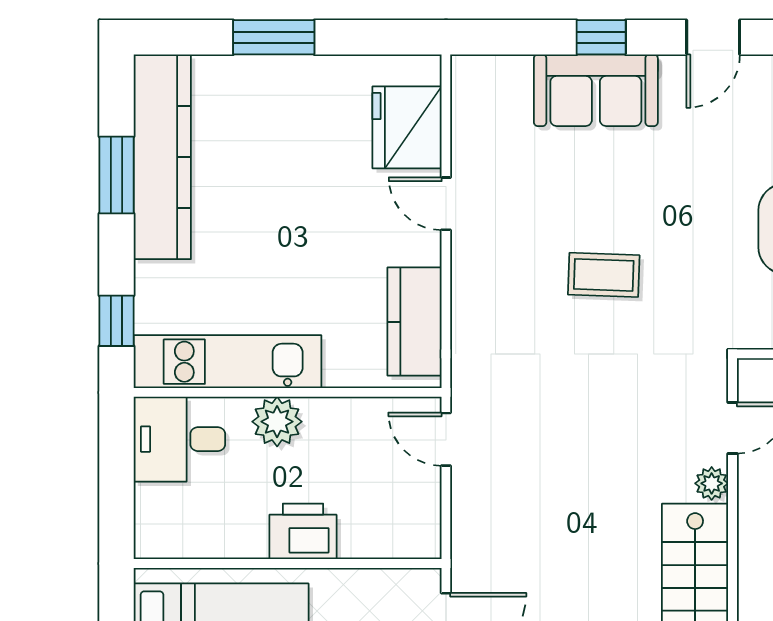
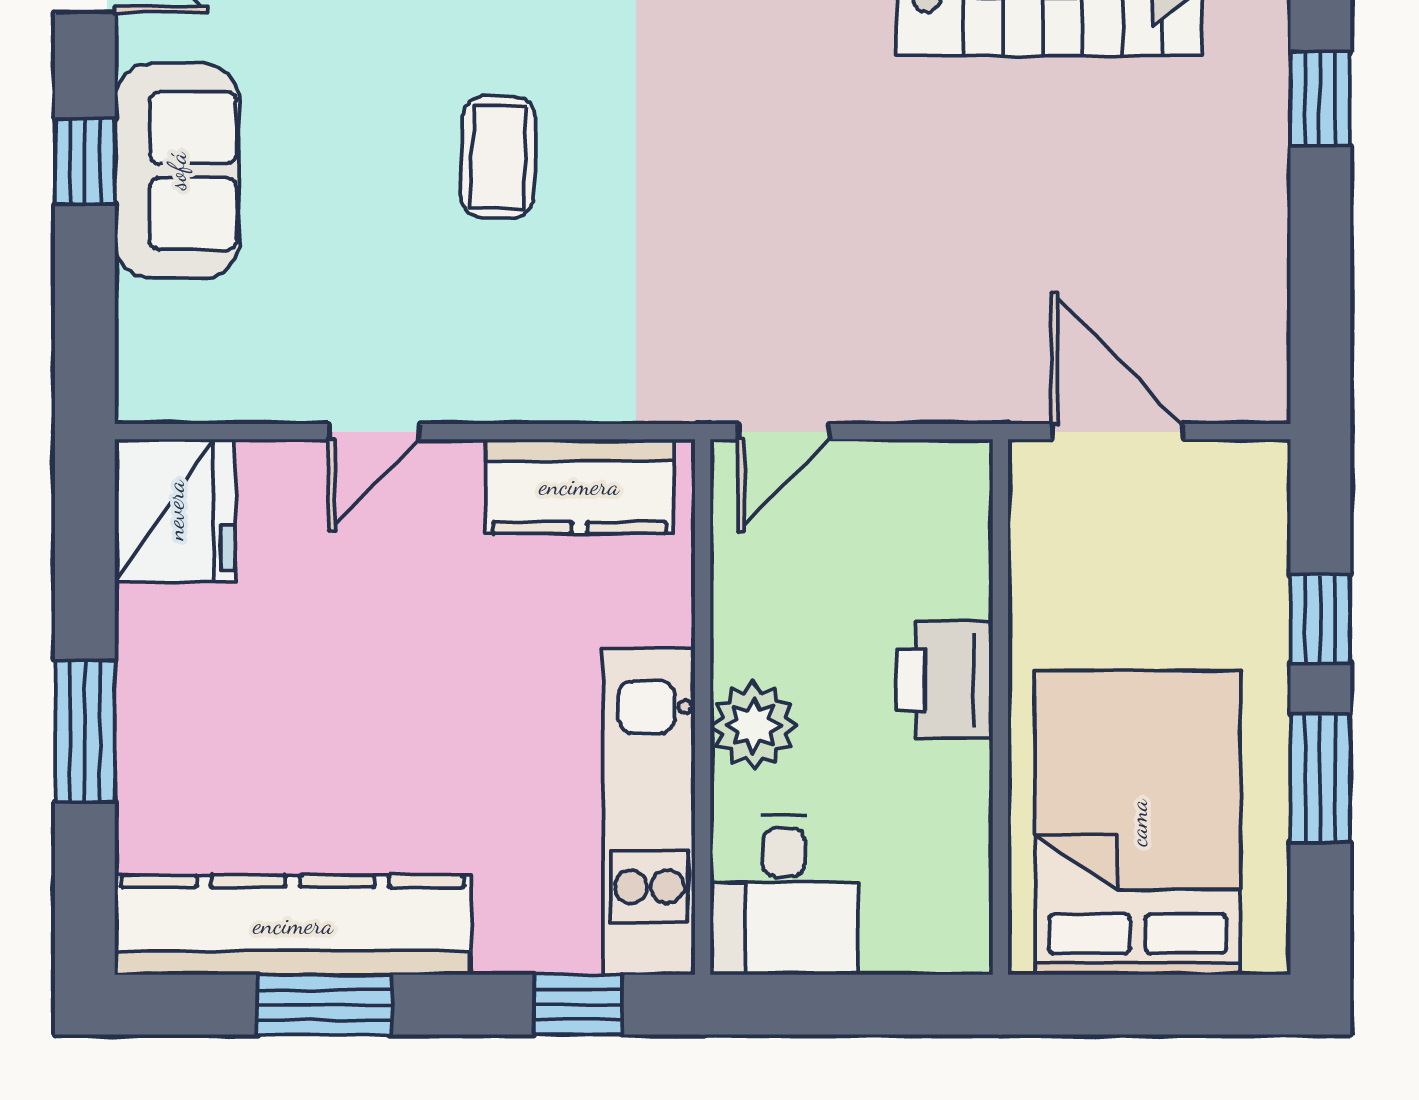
fridge: (407, 127) -> (175, 510), moved, turned -90

